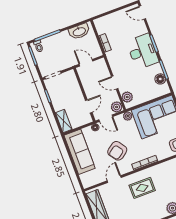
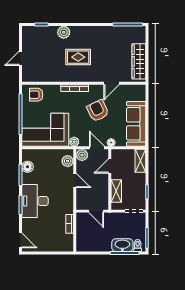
washbasin: (79, 31) -> (122, 245), moved
shelving: (75, 87) -> (116, 191), added
armchair: (117, 151) -> (98, 111), turned -80
rug: (142, 188) -> (78, 57), moved

